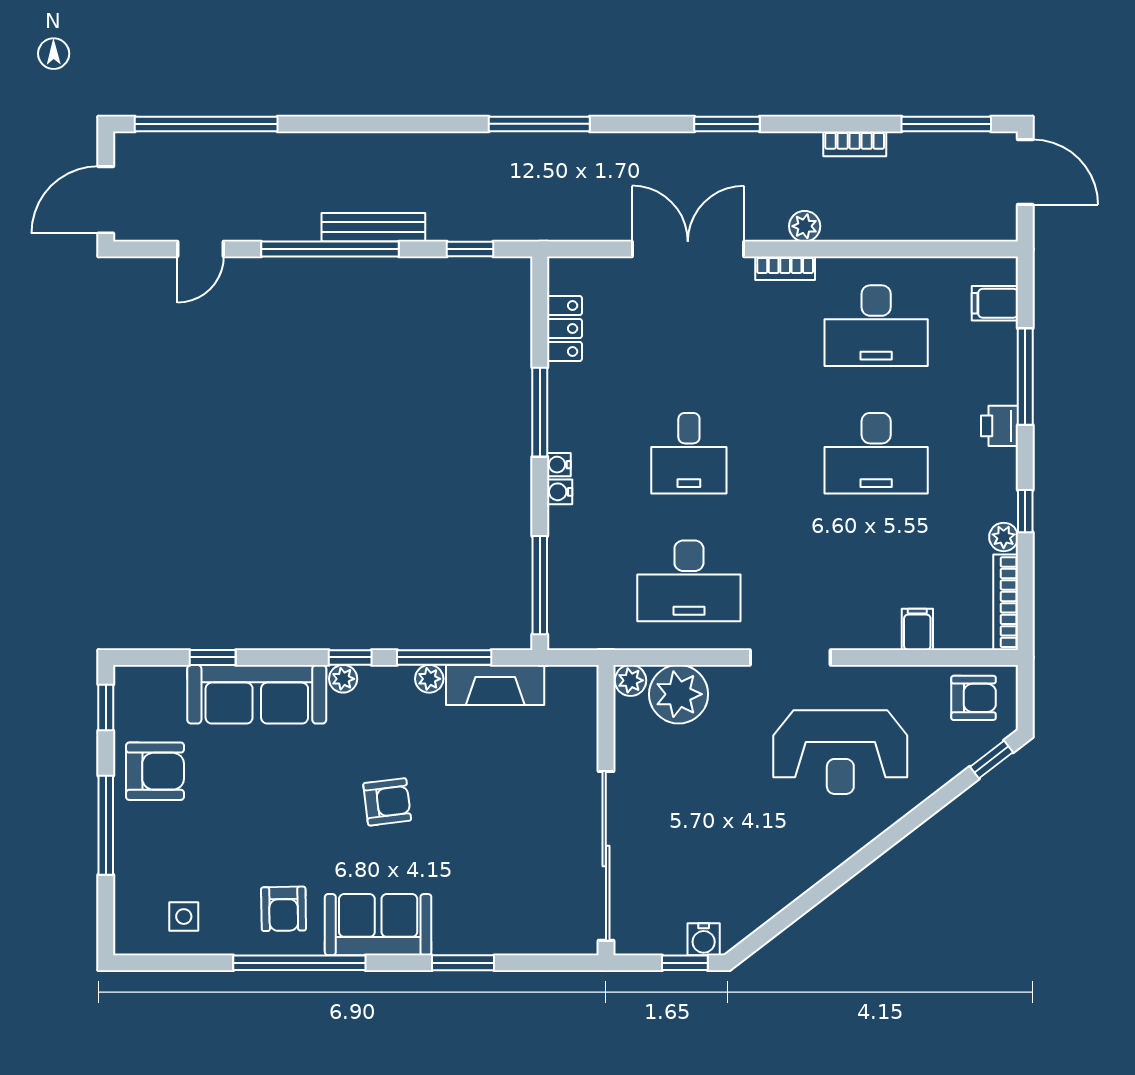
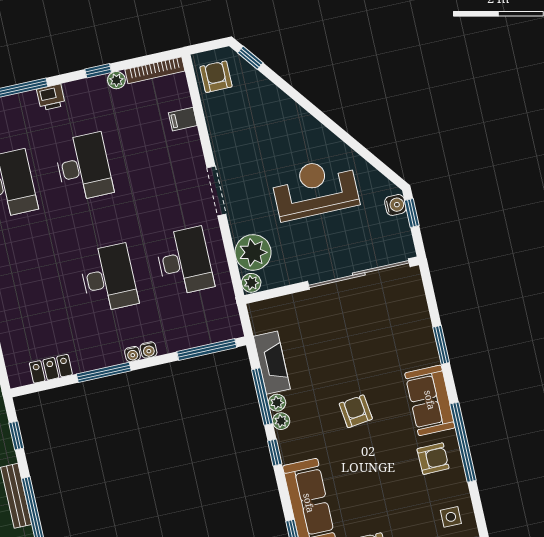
desk: (689, 453) -> (108, 278), width x1.37
plant: (343, 679) -> (281, 421), moved
reception desk: (840, 752) -> (315, 189), moved, turned -90

